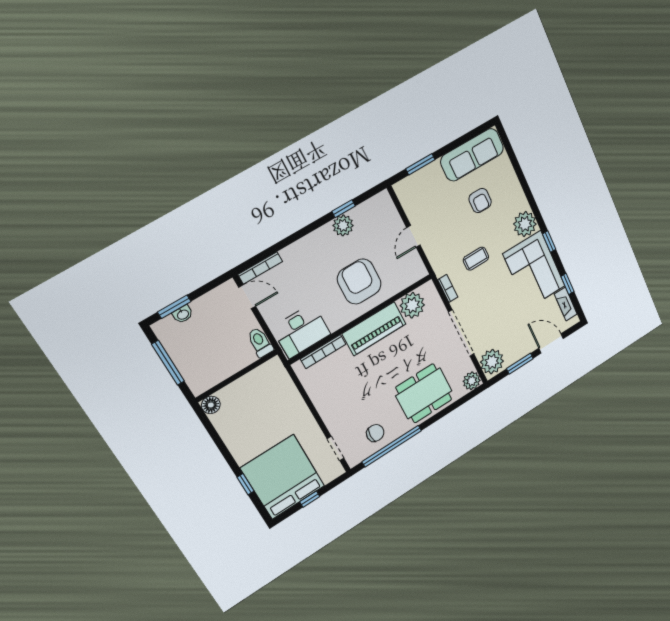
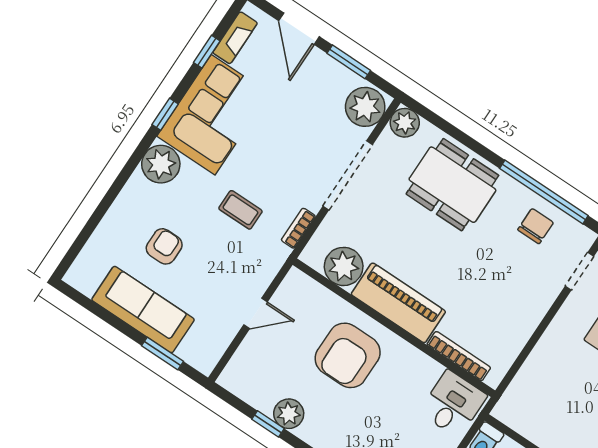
sofa: (472, 155) -> (143, 310), moved
desk: (301, 331) -> (453, 404), width x0.73
chair: (375, 433) -> (536, 226), turned 90

